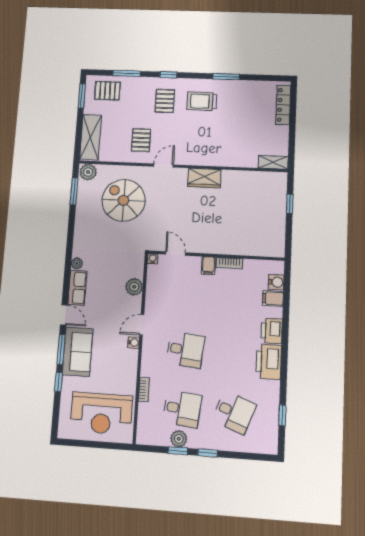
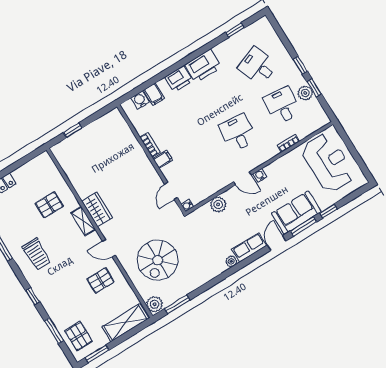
pallet: (165, 101) -> (49, 205), moved
shelving: (273, 162) -> (83, 221), moved
desk: (234, 412) -> (258, 66), turned -42

